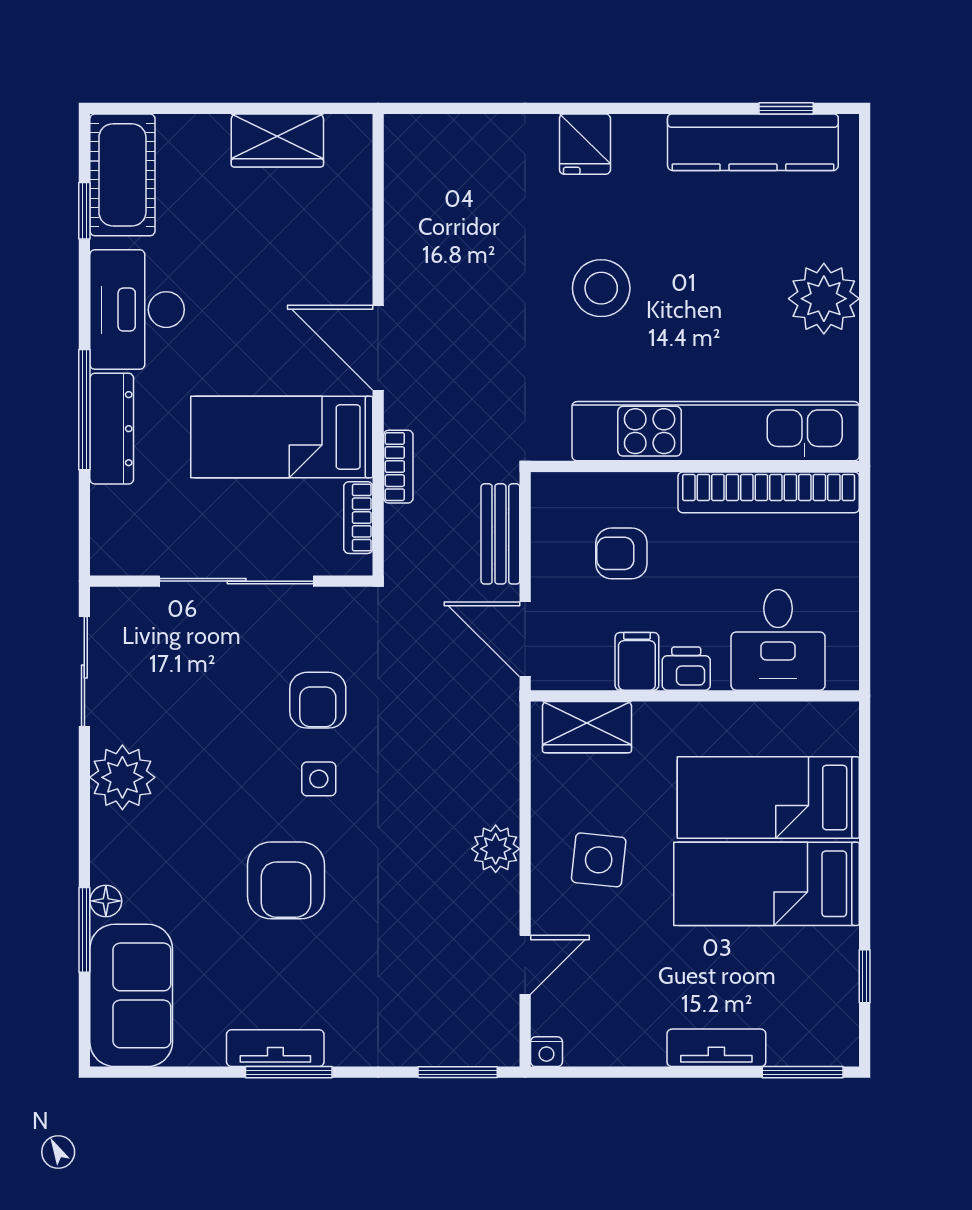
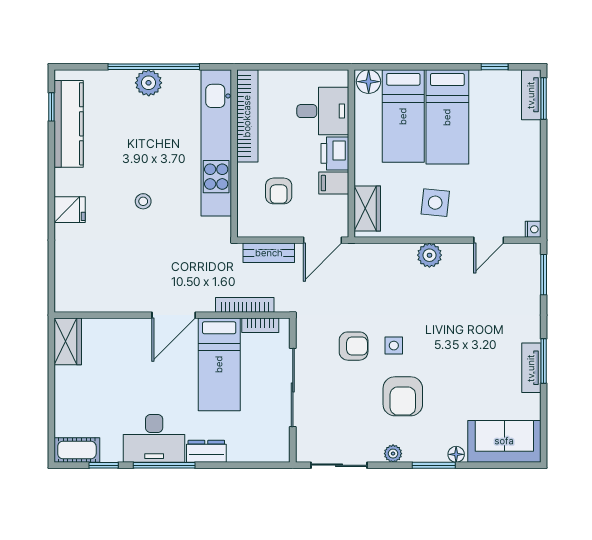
wardrobe: (277, 140) -> (68, 341), moved
cot: (122, 175) -> (77, 450), width x0.73, depth x0.75
stool: (601, 288) -> (143, 201), width x0.53, depth x0.53
plant: (824, 299) -> (149, 83), width x0.73, depth x0.73
window: (865, 309) -> (154, 67), added
window: (84, 410) -> (164, 465), moved
dresser: (112, 429) -> (206, 451), width x0.70
bookcase: (398, 467) -> (245, 305), width x1.56
printer: (686, 669) -> (335, 153), width x1.36, depth x1.24
floor lamp: (836, 729) -> (369, 82), added
plant: (122, 777) -> (393, 454), width x0.53, depth x0.53
armchair: (286, 880) -> (403, 396), moved, turned 90
window: (84, 930) -> (434, 465), moved
door: (525, 965) -> (489, 240), swing flipped
tv unit: (716, 1048) -> (531, 95), moved

